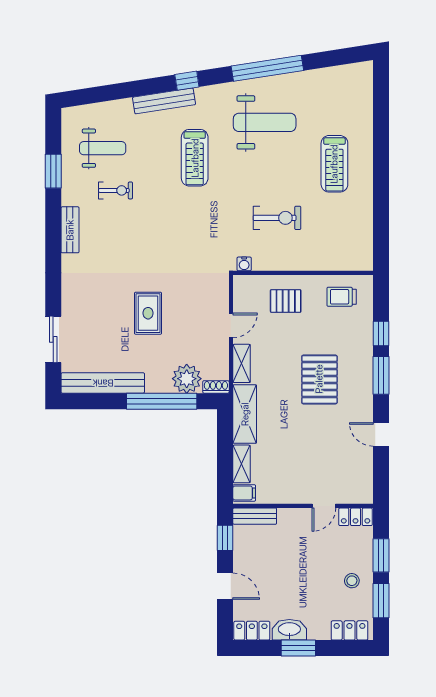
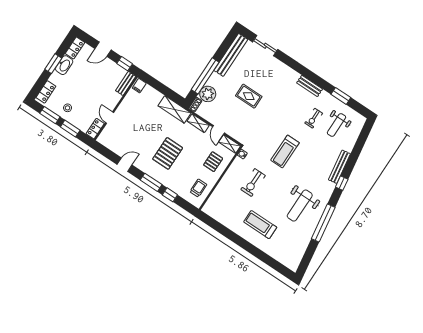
treadmill: (195, 158) -> (285, 151), moved, turned -90
pallet: (319, 379) -> (168, 153), turned 90
shelving: (242, 464) -> (230, 144), moved

